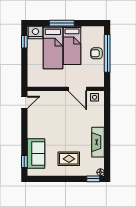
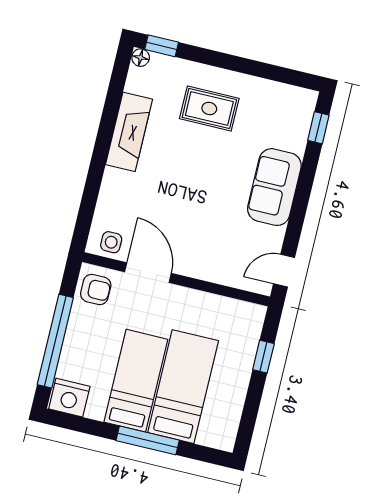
nightstand: (35, 33) -> (69, 398), moved
window: (24, 42) -> (263, 357), moved
armchair: (96, 53) -> (96, 290), moved
sofa: (36, 153) -> (274, 187), moved

